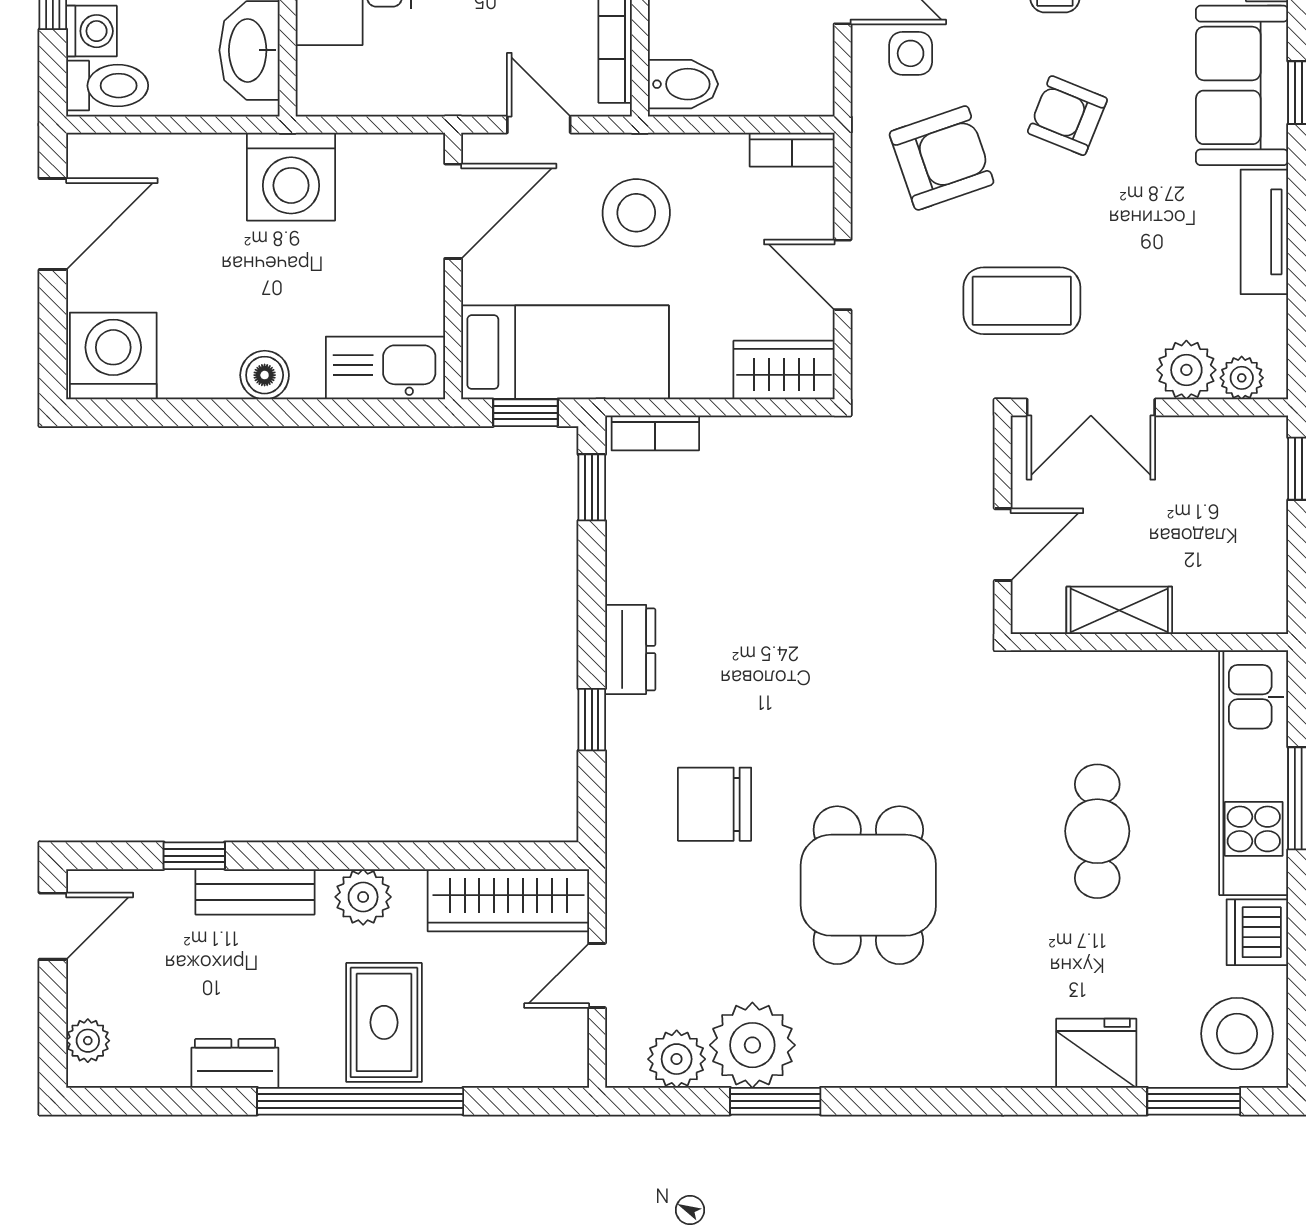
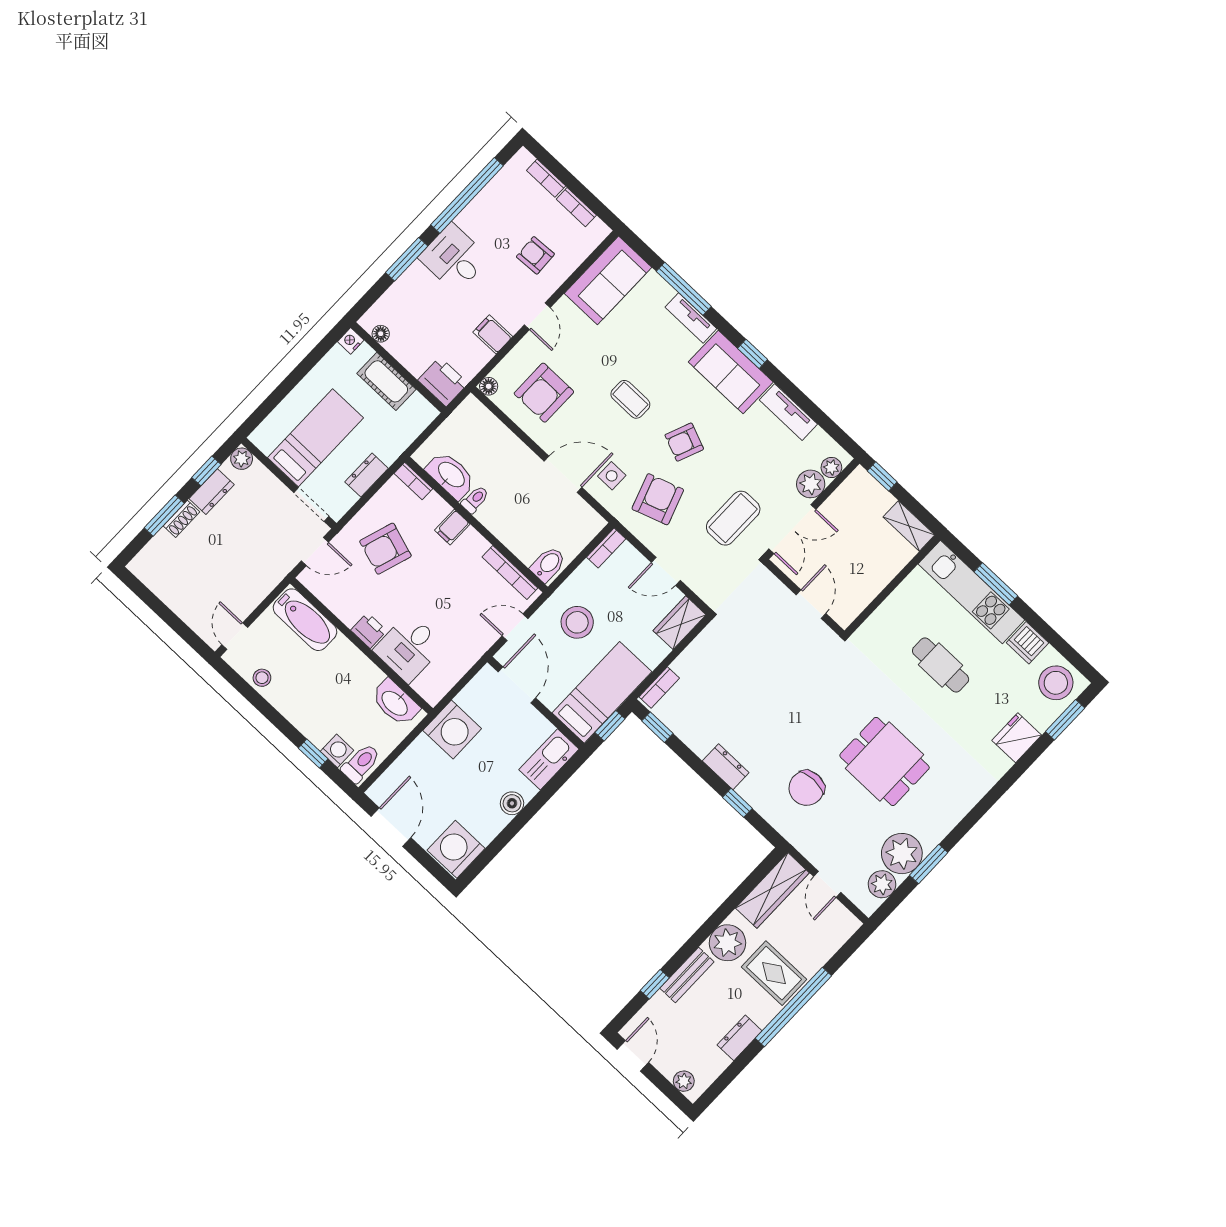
shelving: (1119, 610) -> (909, 526), moved, turned 90
plant: (363, 897) -> (727, 943), width x1.36, depth x1.36

